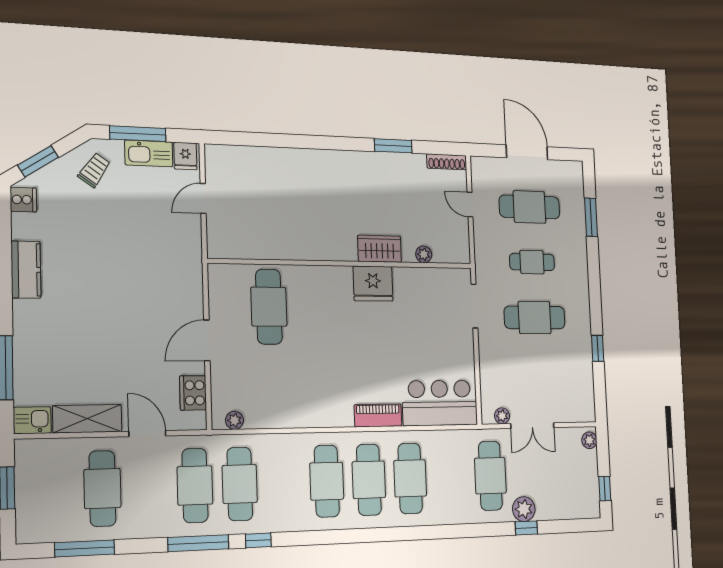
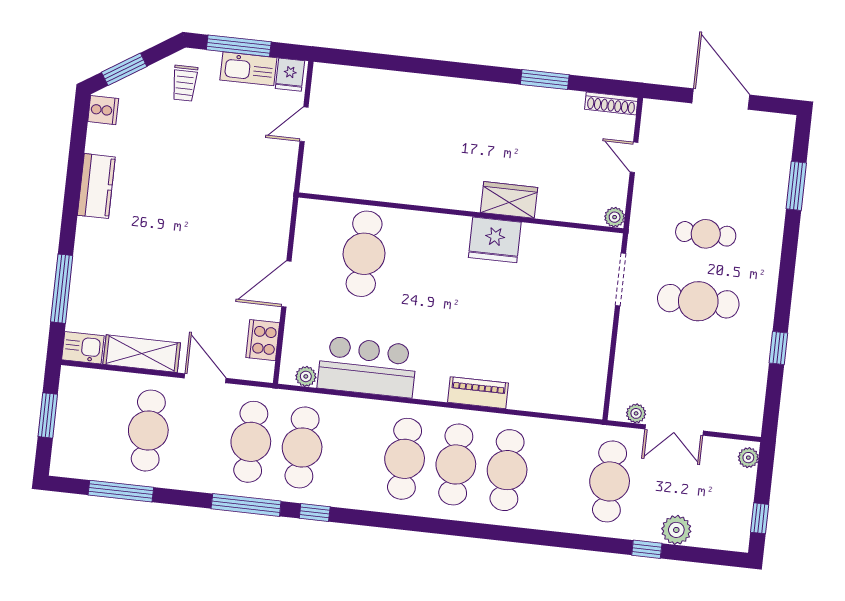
trolley: (94, 170) -> (185, 83), turned 145
cafe table: (529, 207) -> (713, 166), removed
plant: (424, 254) -> (615, 217), moved
bar counter: (440, 403) -> (367, 367), moved
plant: (524, 509) -> (676, 530), moved

